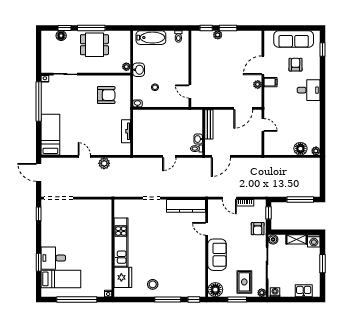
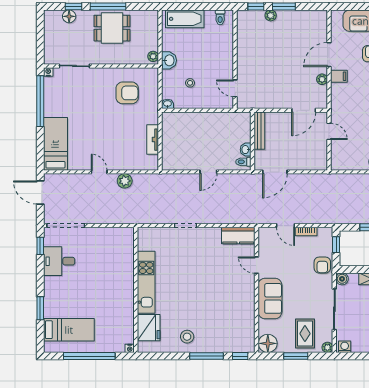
kitchen counter: (186, 206) -> (238, 235), width x0.67
desk: (53, 258) -> (59, 261), moved

